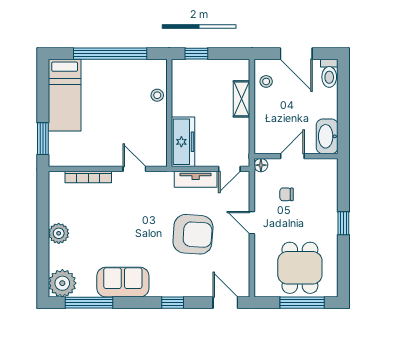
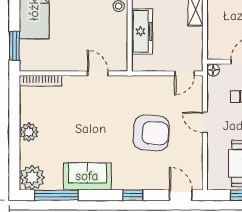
freezer: (183, 142) -> (142, 31), moved
bookcase: (88, 177) -> (41, 81), moved
tv unit: (196, 179) -> (154, 83), removed

